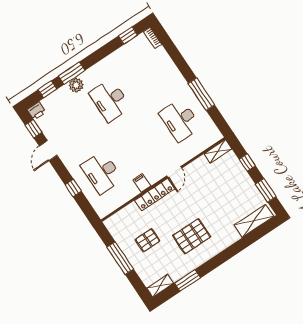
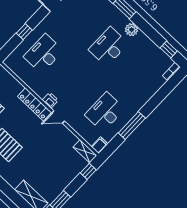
plant: (76, 85) -> (132, 30), moved
window: (247, 162) -> (88, 171), moved
printer: (154, 177) -> (50, 100), added
filing cabinet: (142, 183) -> (100, 145), moved

